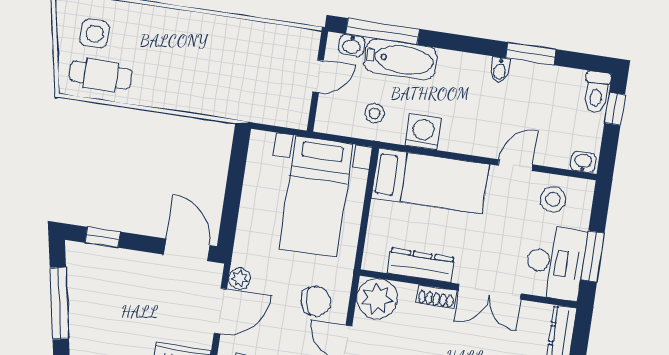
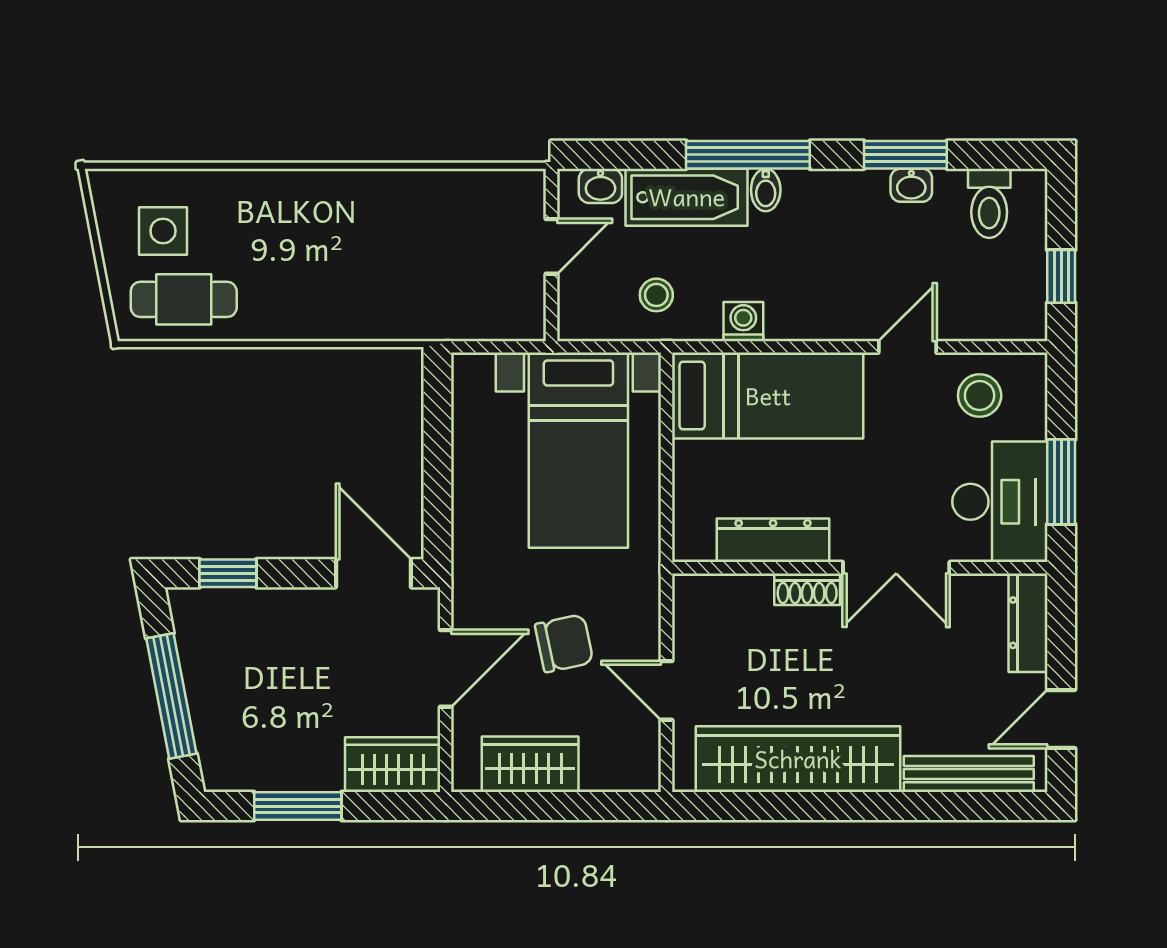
window: (383, 31) -> (748, 155), moved
bidet: (500, 70) -> (766, 190), moved
toilet: (597, 92) -> (989, 203), moved
window: (615, 109) -> (1061, 276), moved
washing machine: (423, 132) -> (743, 322), width x0.73, depth x0.73
washbasin: (583, 162) -> (911, 185), moved, turned 180
plant: (239, 279) -> (470, 608), removed
plant: (377, 299) -> (707, 608), removed
chair: (316, 301) -> (564, 643), moved

